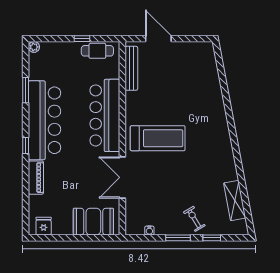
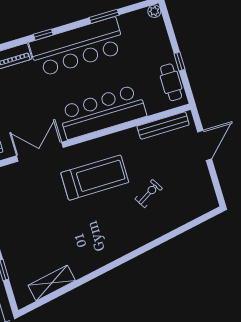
treadmill: (158, 138) -> (95, 178), turned -90
exercise bike: (194, 219) -> (149, 194), moved

